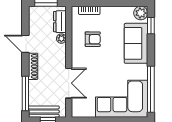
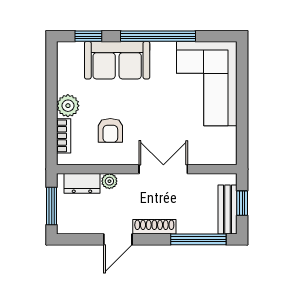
plant: (141, 13) -> (68, 106), moved
armchair: (93, 39) -> (110, 130), turned 180
double door: (69, 83) -> (163, 169), moved
window: (151, 89) -> (158, 36), moved

